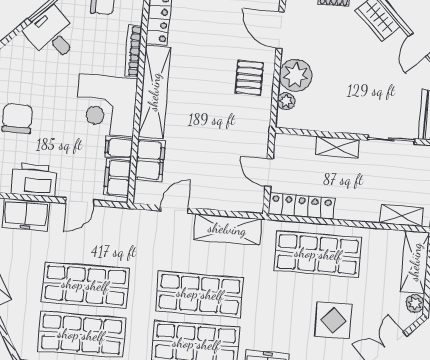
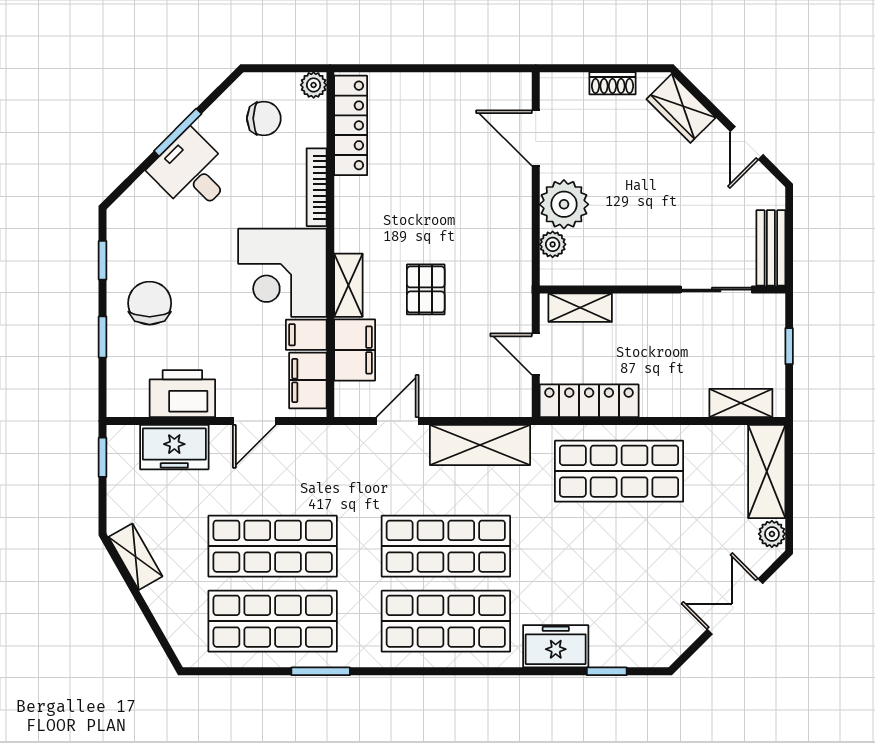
pallet: (249, 78) -> (426, 289), moved
shelving: (154, 92) -> (348, 285), width x0.45, depth x0.75
shelving: (338, 147) -> (580, 308), moved
display table: (333, 320) -> (651, 569), removed

